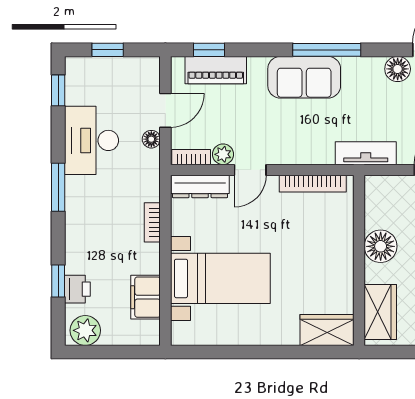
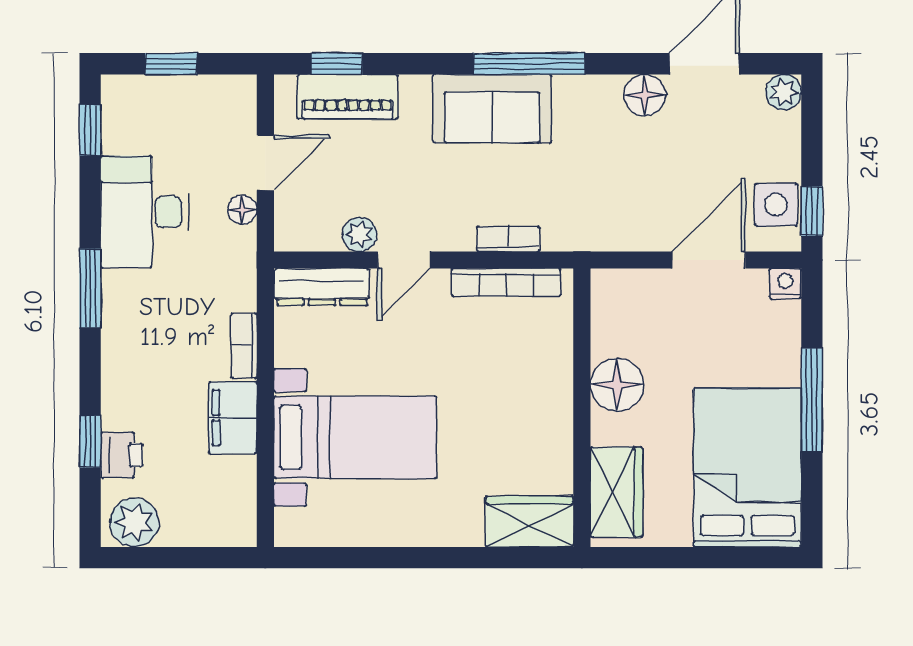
tv unit: (366, 153) -> (593, 233), removed
bookcase: (191, 157) -> (508, 239), moved
filing cabinet: (145, 297) -> (233, 418), moved

